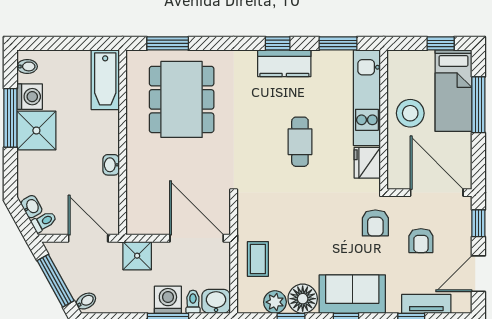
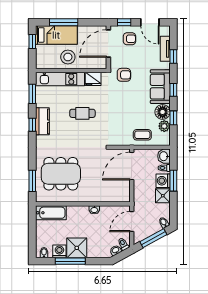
armchair: (421, 241) -> (130, 39), moved
shower: (137, 256) -> (163, 196), moved

